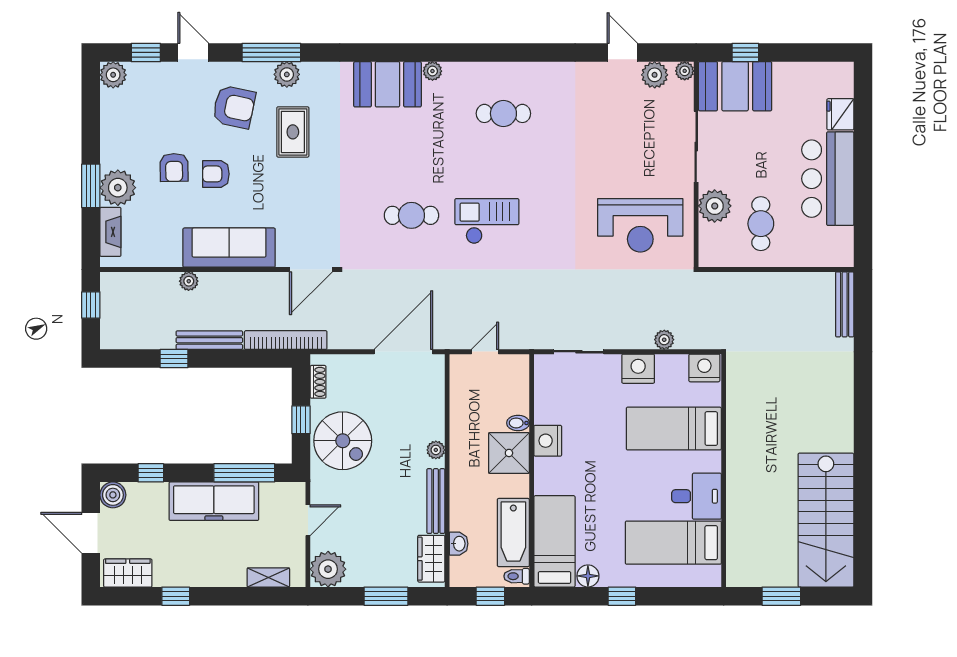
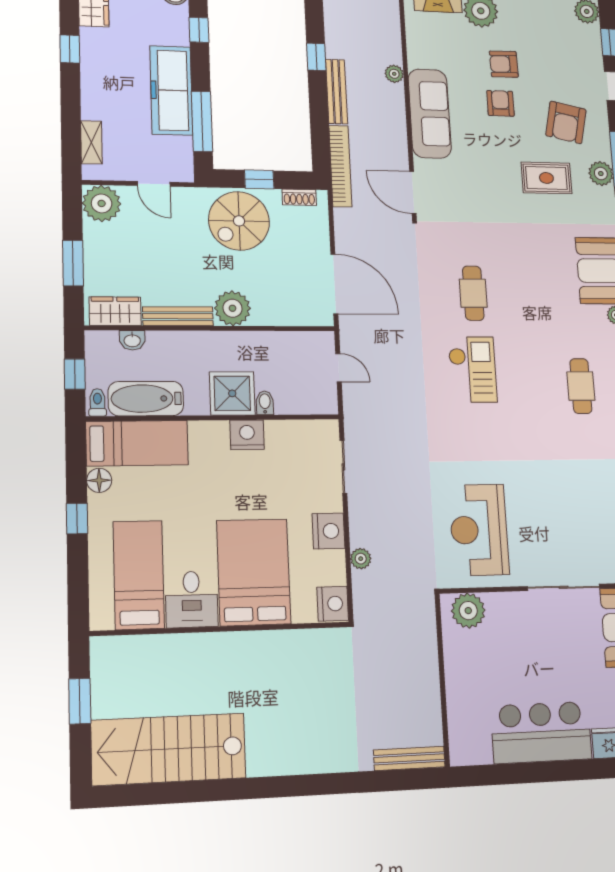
plant: (715, 206) -> (468, 611), moved
cafe table: (761, 224) -> (489, 660), removed
bed: (674, 429) -> (254, 572), width x1.50
plant: (436, 450) -> (233, 308), width x1.87, depth x1.87

